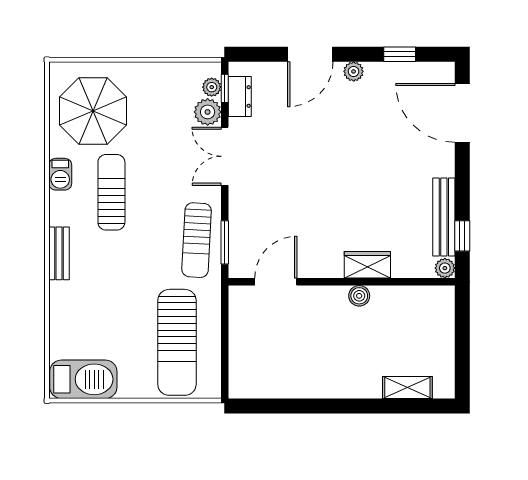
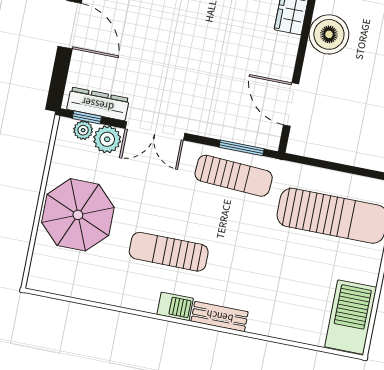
dresser: (240, 96) -> (98, 104), width x1.44
parasol: (93, 111) -> (78, 215), moved
barbecue: (60, 174) -> (175, 306), moved
boiler: (359, 296) -> (329, 34), width x1.86, depth x1.86

